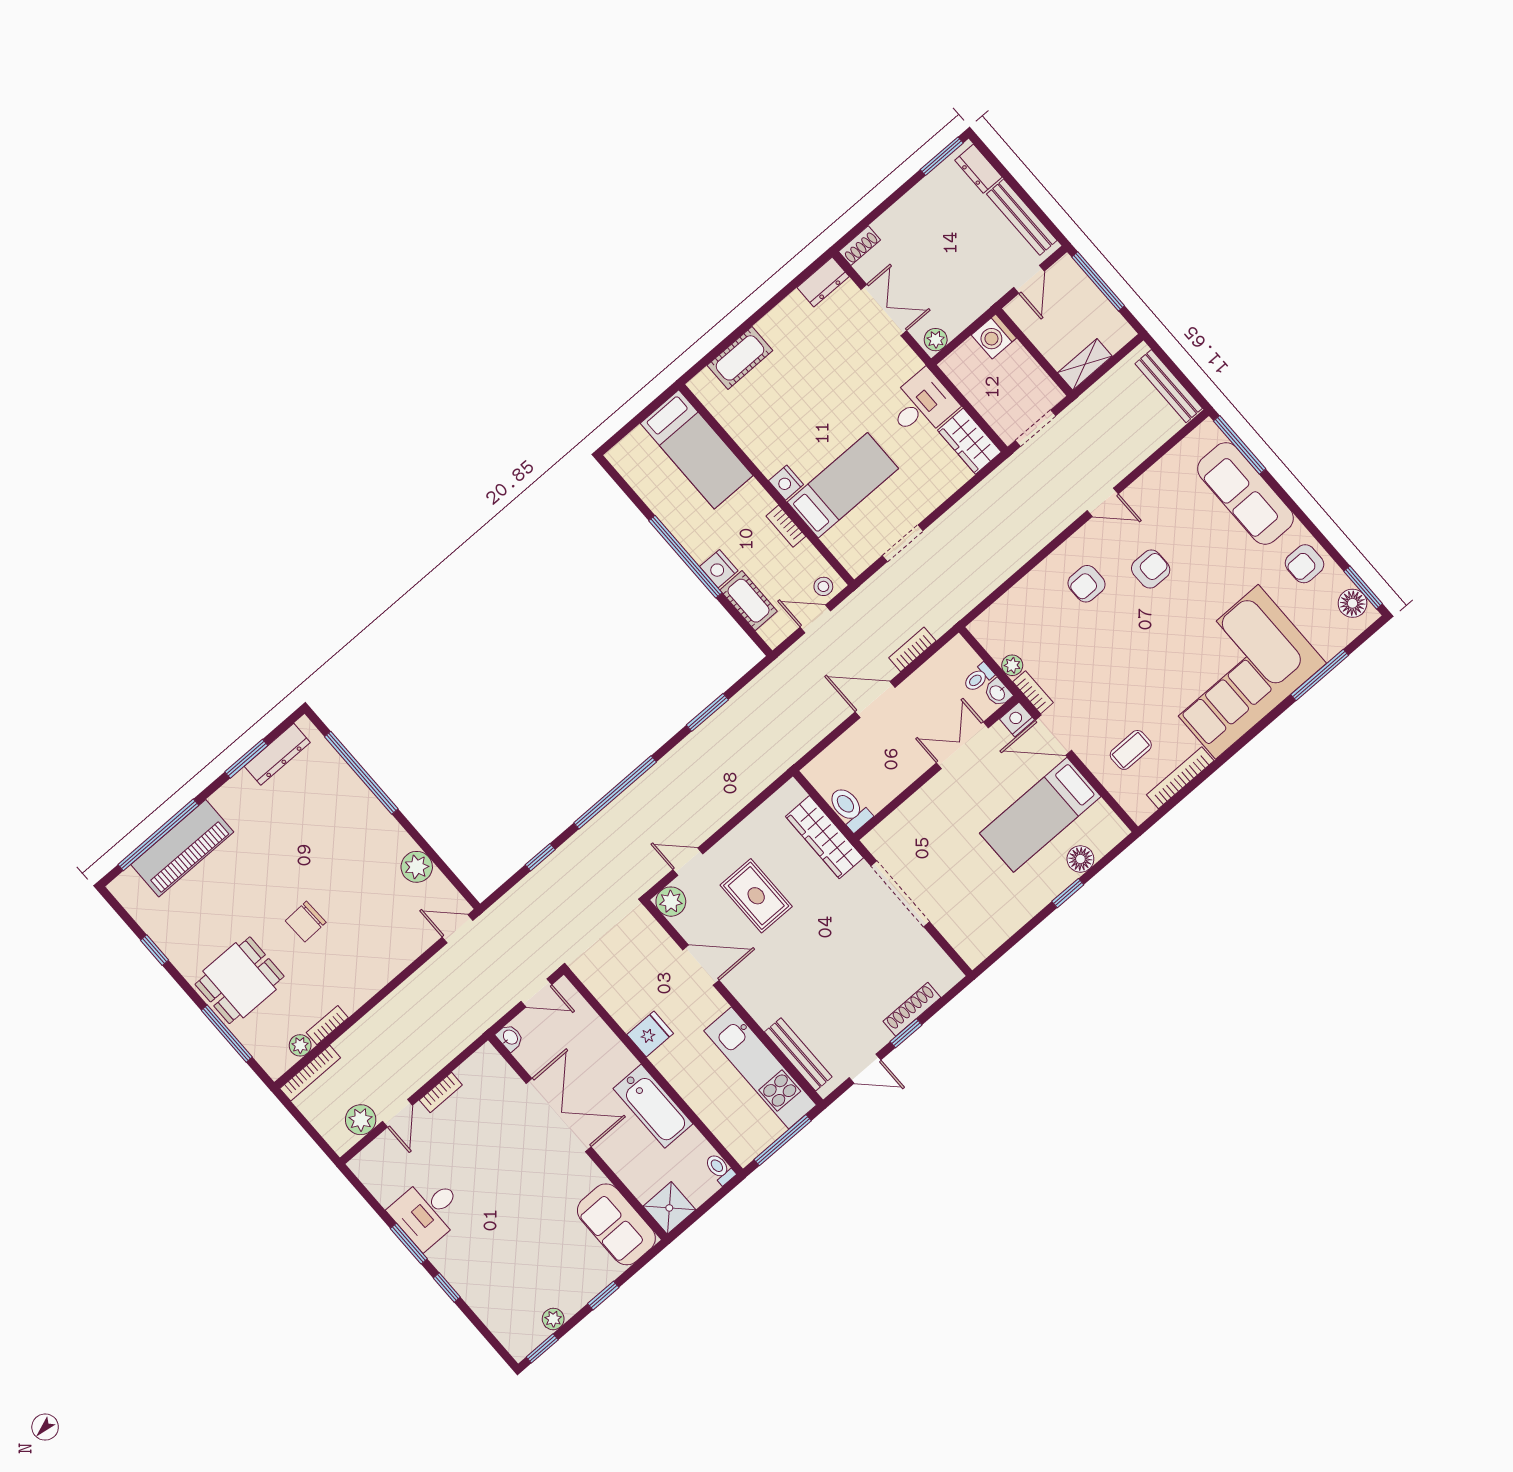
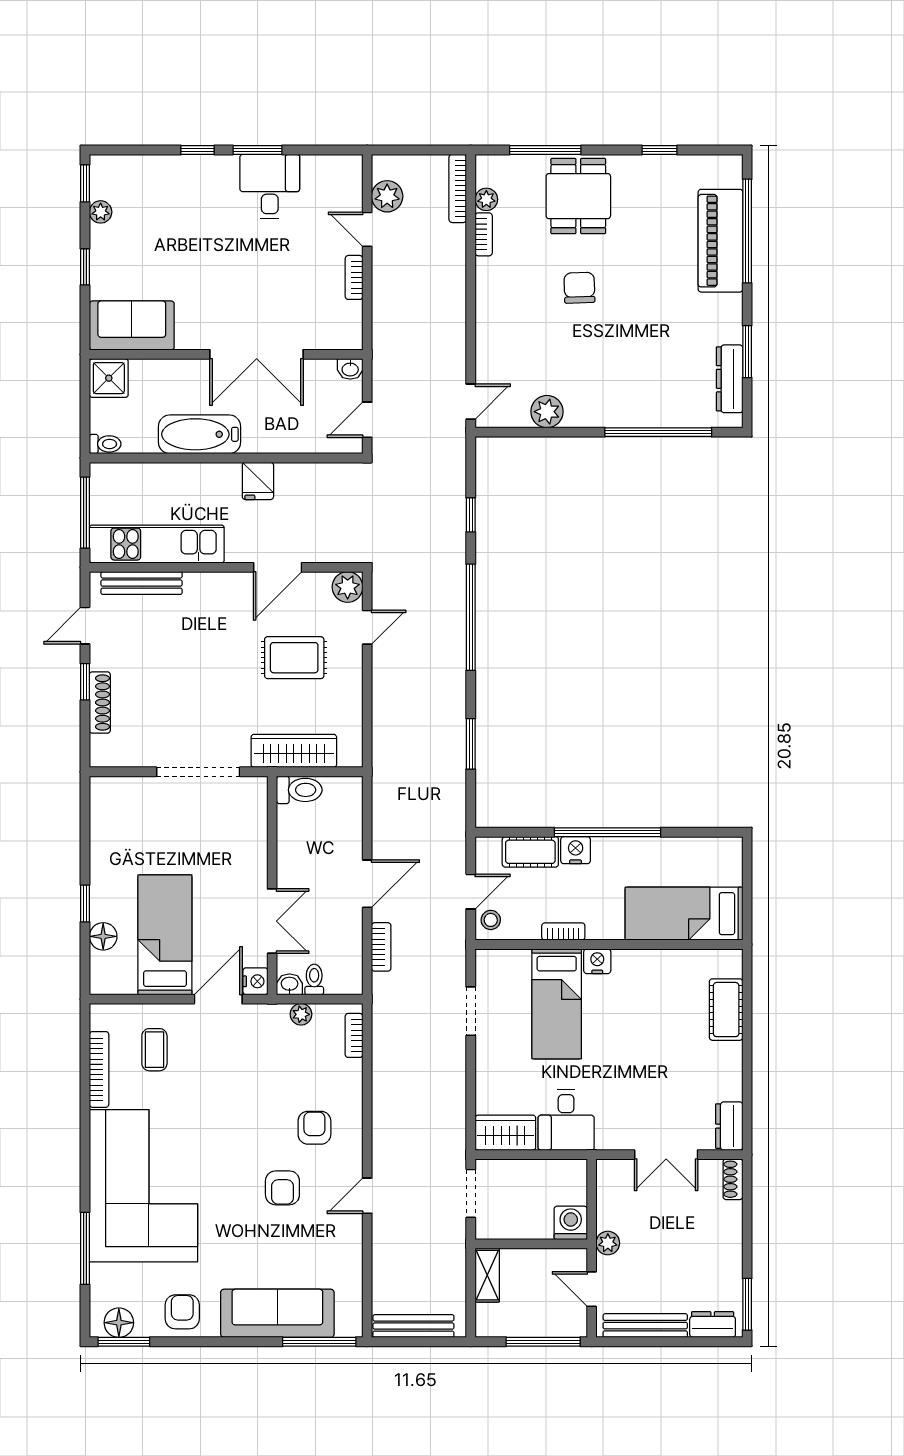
plant: (936, 340) -> (608, 1243), moved
bookcase: (1033, 692) -> (354, 1035), moved, turned 90

